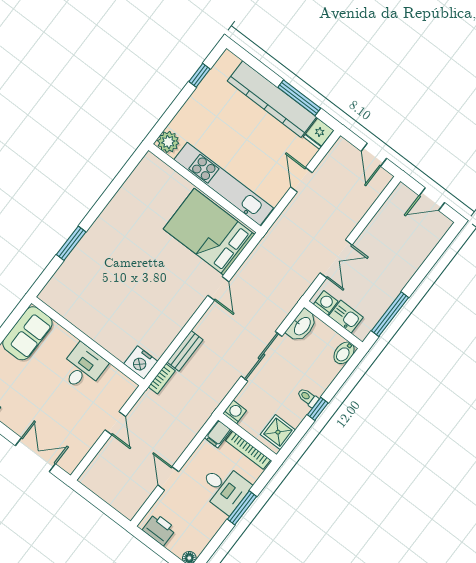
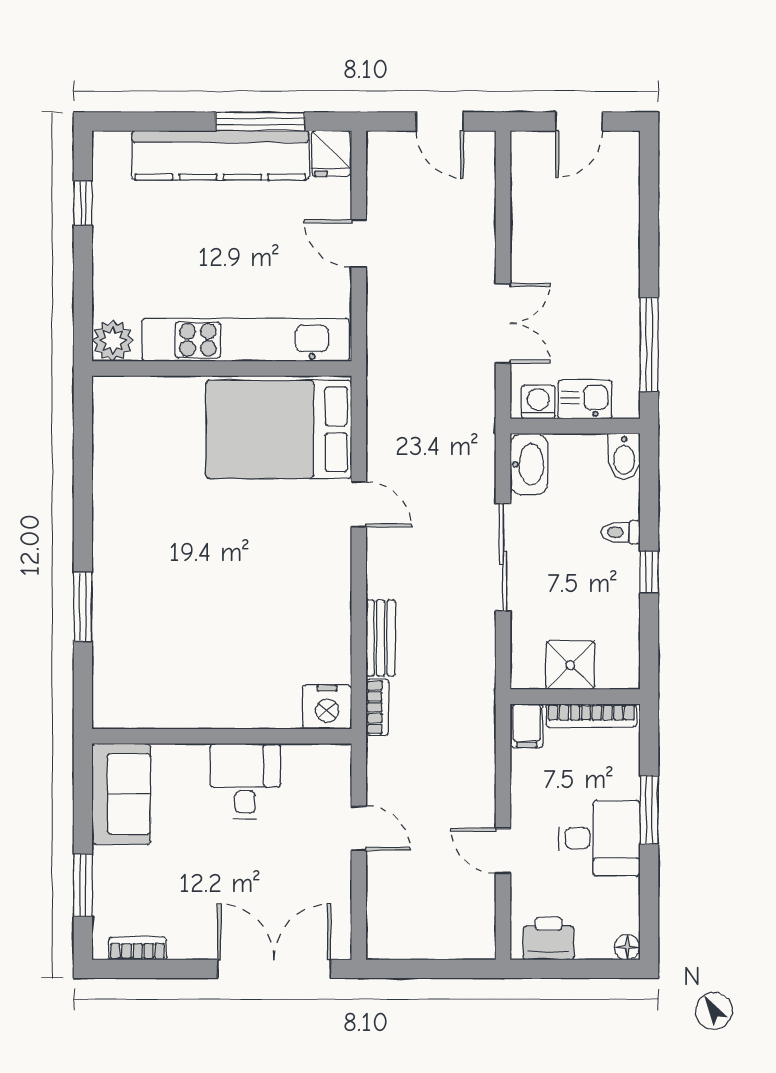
toilet: (308, 397) -> (621, 532), moved
washing machine: (235, 412) -> (527, 673), removed
shower: (278, 432) -> (570, 665), moved
double door: (35, 455) -> (274, 969), width x1.37
desk: (224, 488) -> (599, 838), moved

